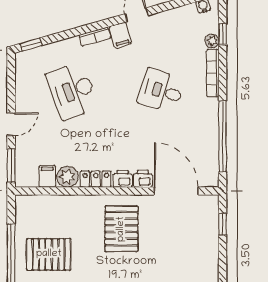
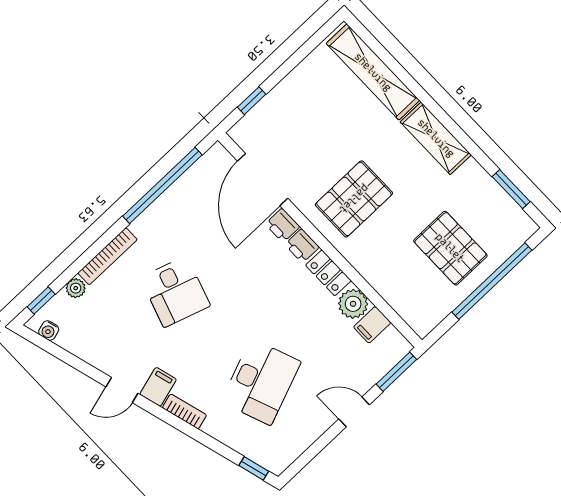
window: (223, 34) -> (41, 300), moved

